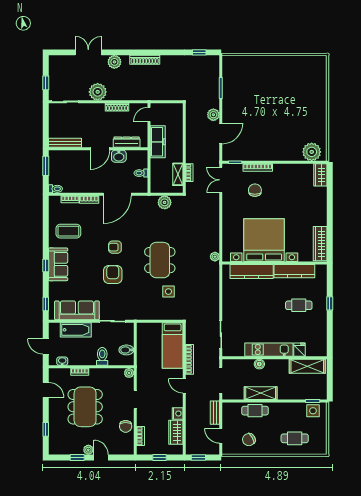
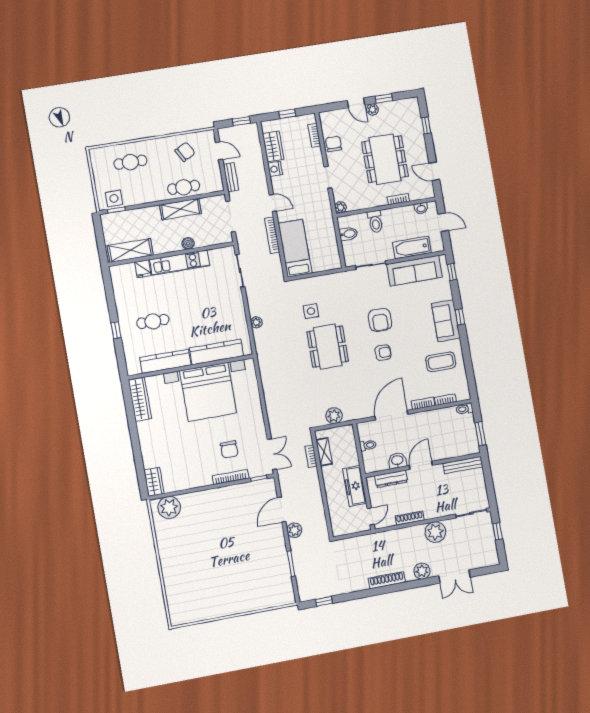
plant: (215, 257) -> (256, 322), moved

